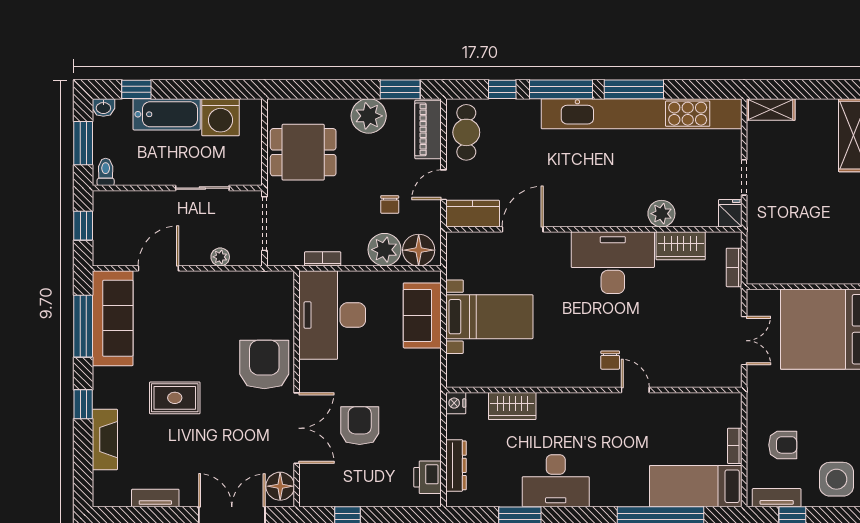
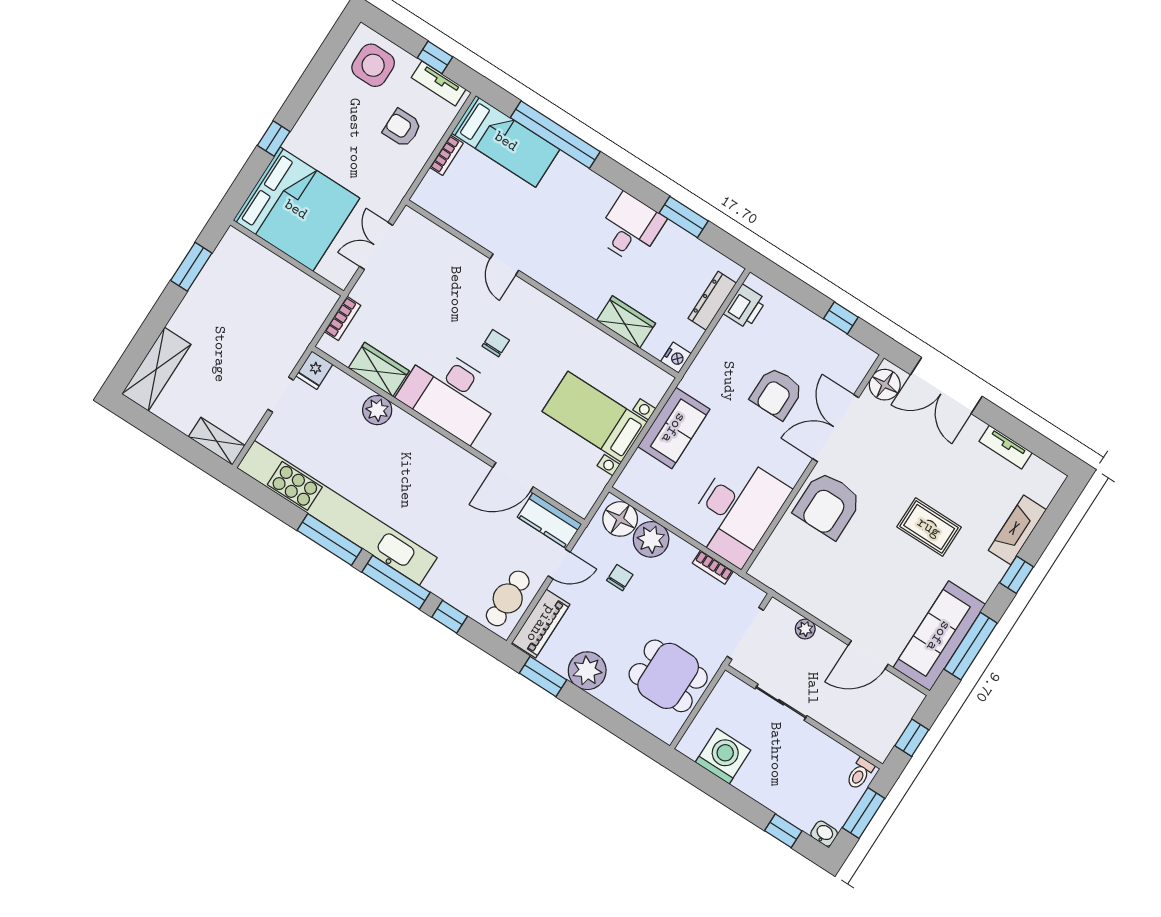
bathtub: (167, 114) -> (770, 790), removed
sofa: (422, 315) -> (674, 428), moved
chair: (610, 360) -> (496, 343), moved
desk: (556, 481) -> (630, 228), width x0.73

